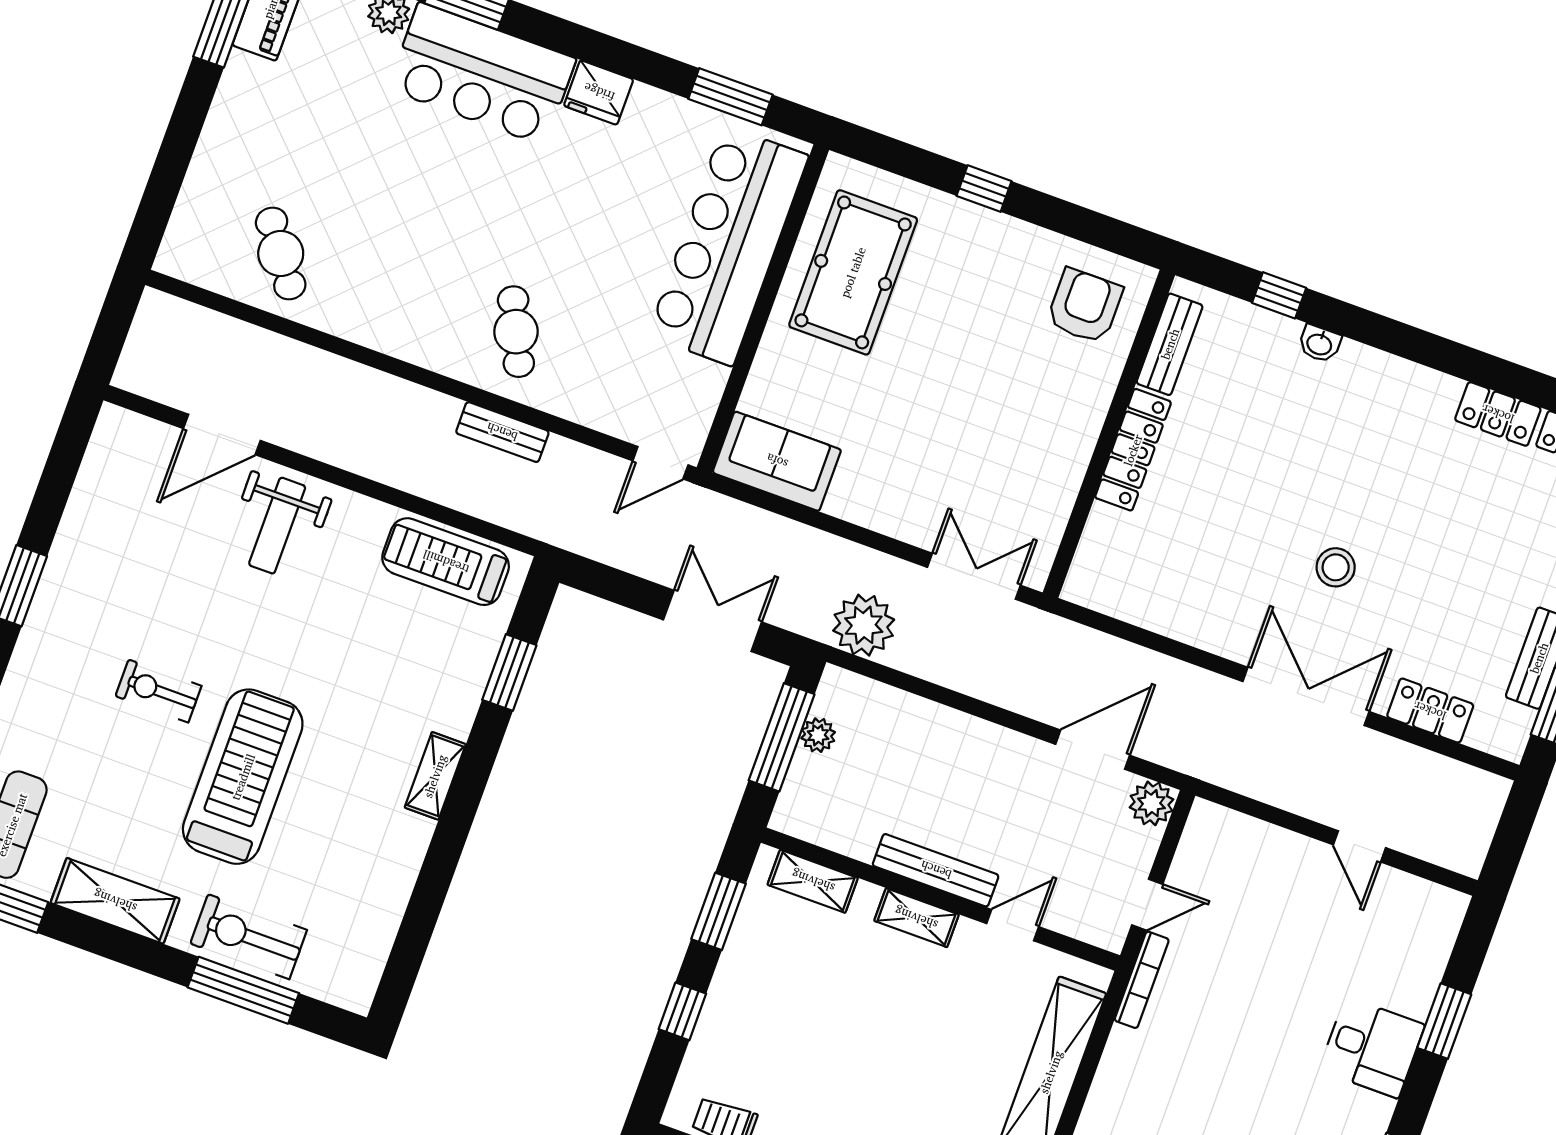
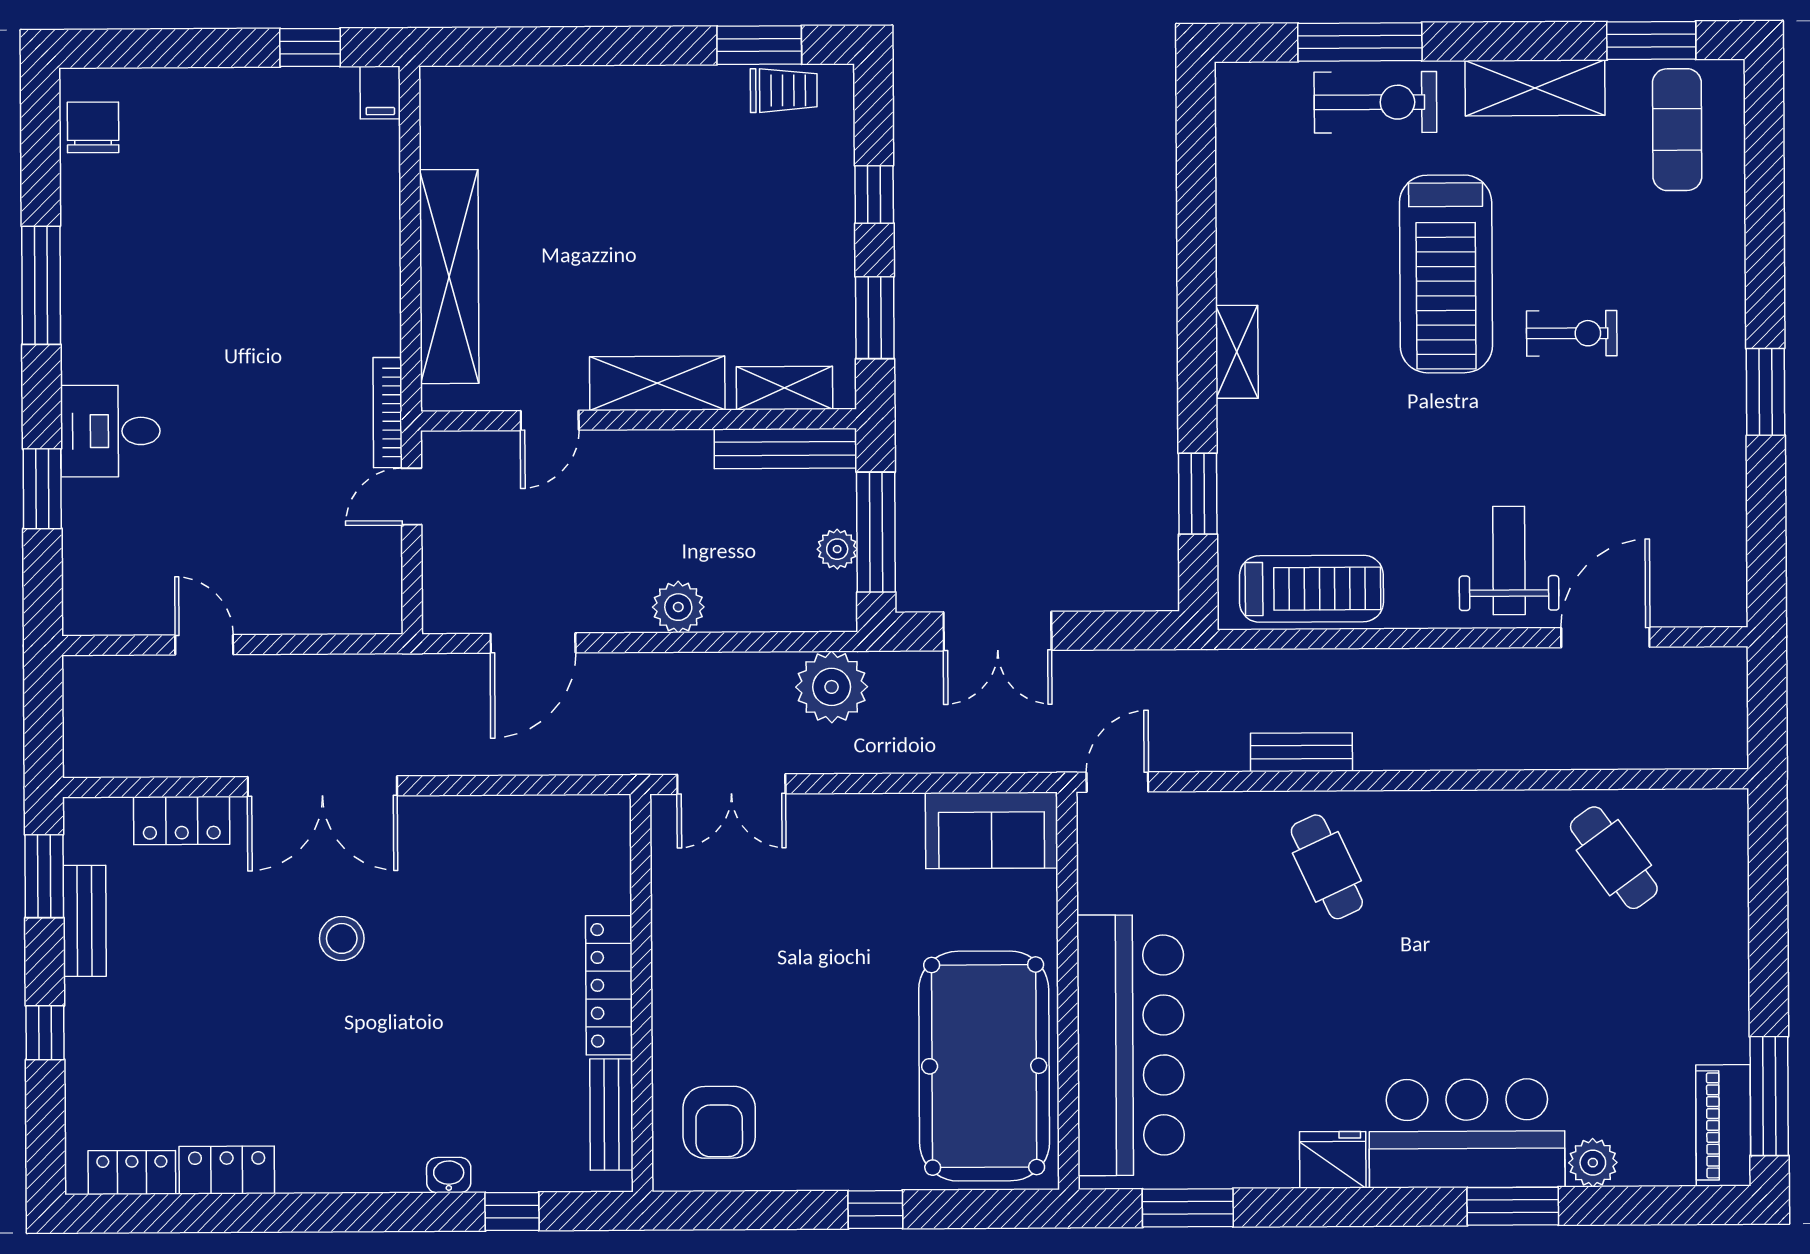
pool table: (853, 272) -> (984, 1066), width x1.36, depth x1.32
plant: (1151, 803) -> (678, 607), moved
bench: (936, 870) -> (785, 449), moved
shelving: (916, 918) -> (657, 383), width x1.50, depth x1.33

